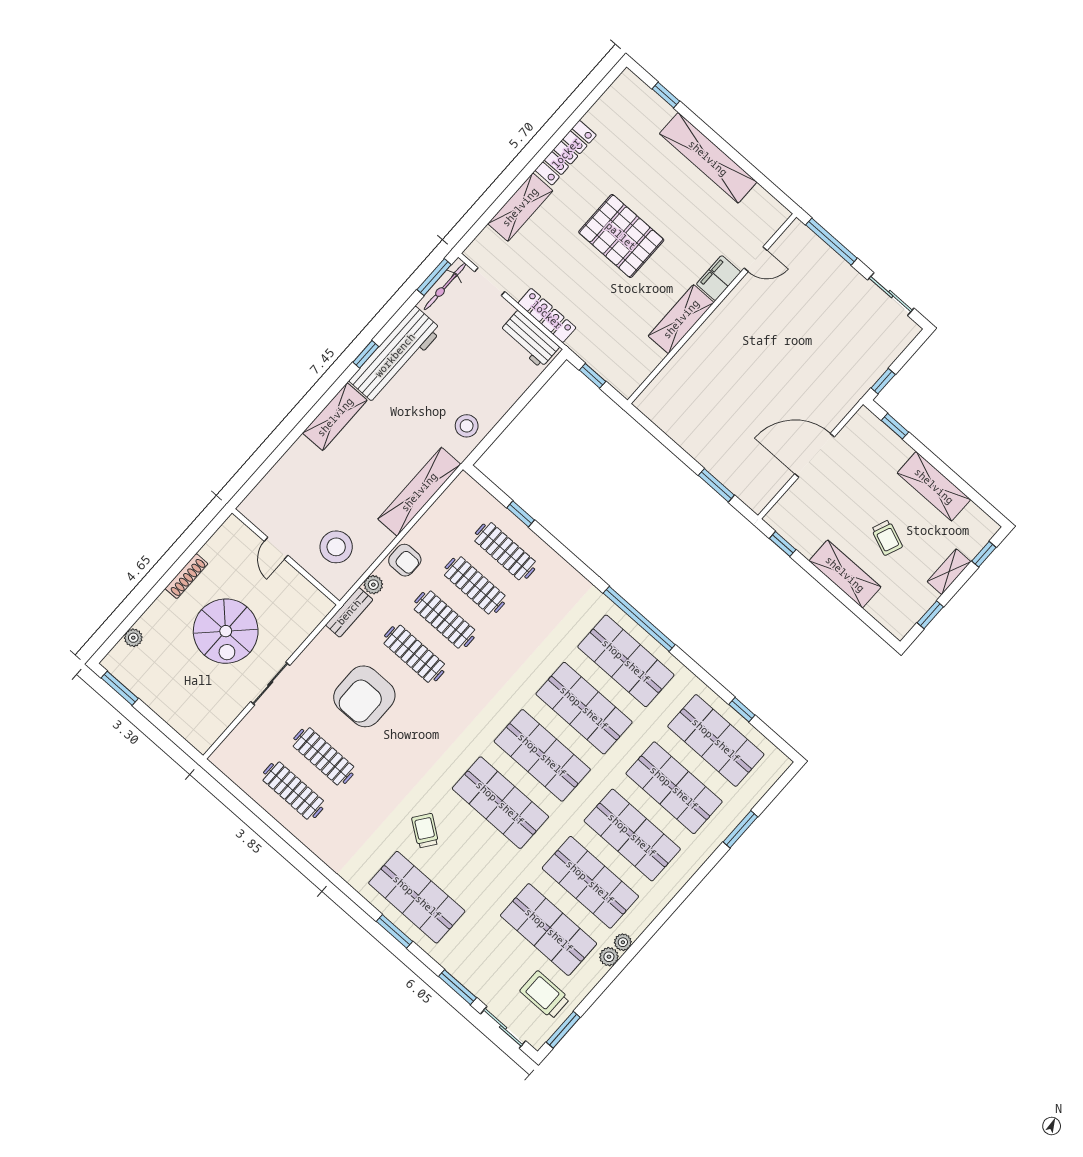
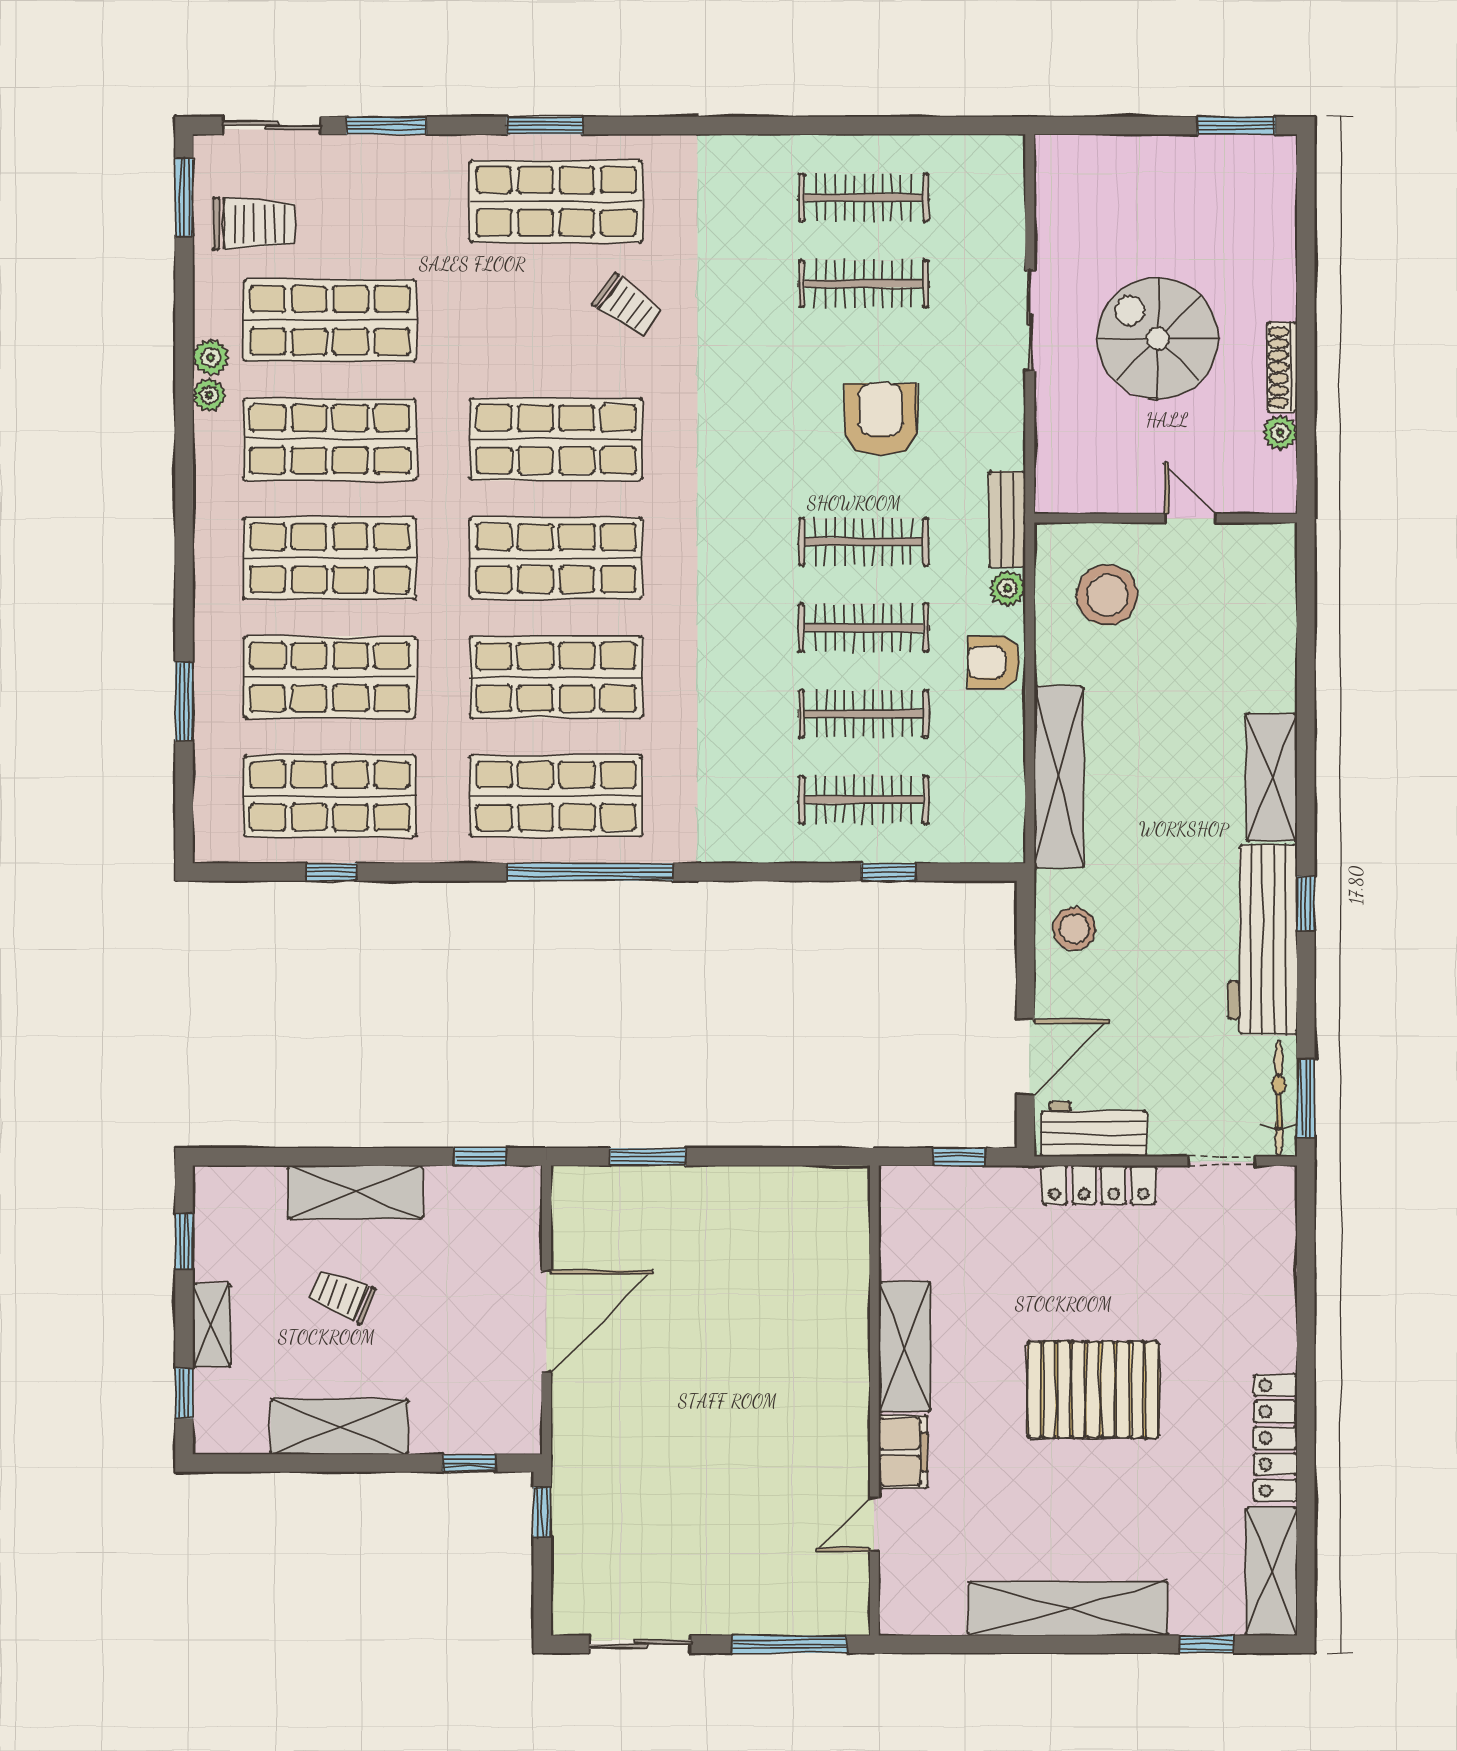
shelving: (520, 207) -> (1272, 1571), moved
door: (531, 392) -> (1025, 1057), added
plant: (133, 638) -> (1280, 432), moved
armchair: (364, 696) -> (881, 419), width x0.73, depth x0.73

